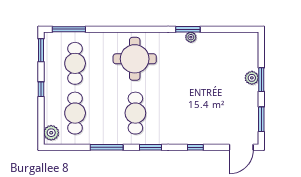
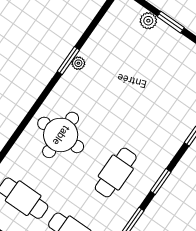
plant: (252, 78) -> (148, 21), moved
cafe table: (135, 113) -> (116, 172), turned 90

